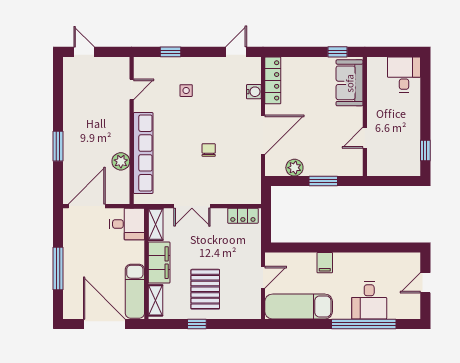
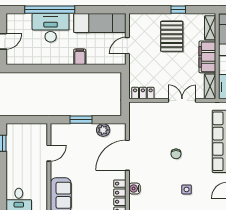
chair: (209, 150) -> (176, 154), moved
desk: (369, 300) -> (51, 28), width x1.37

